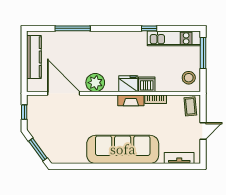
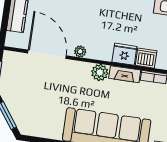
plant: (95, 83) -> (80, 51), width x0.53, depth x0.53
plant: (110, 102) -> (100, 72), added

